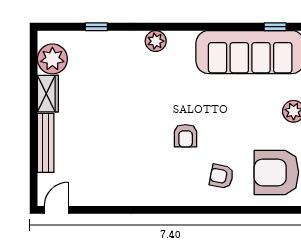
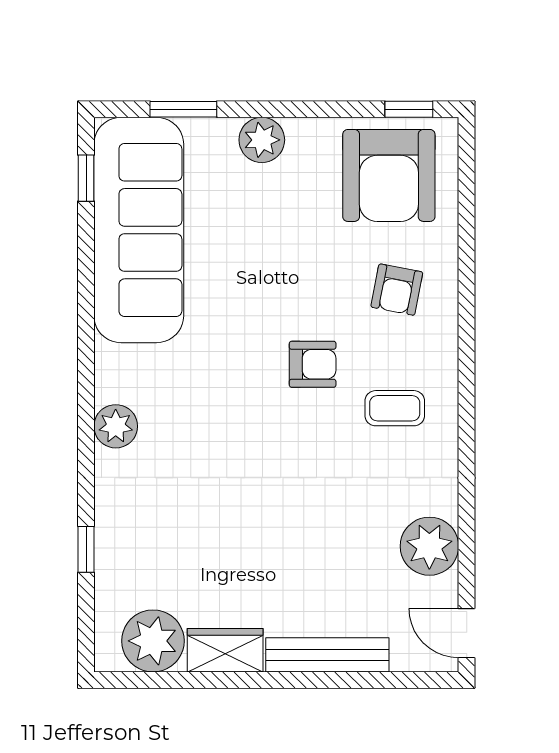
coffee table: (164, 175) -> (395, 408), added
plant: (98, 192) -> (429, 546), added

